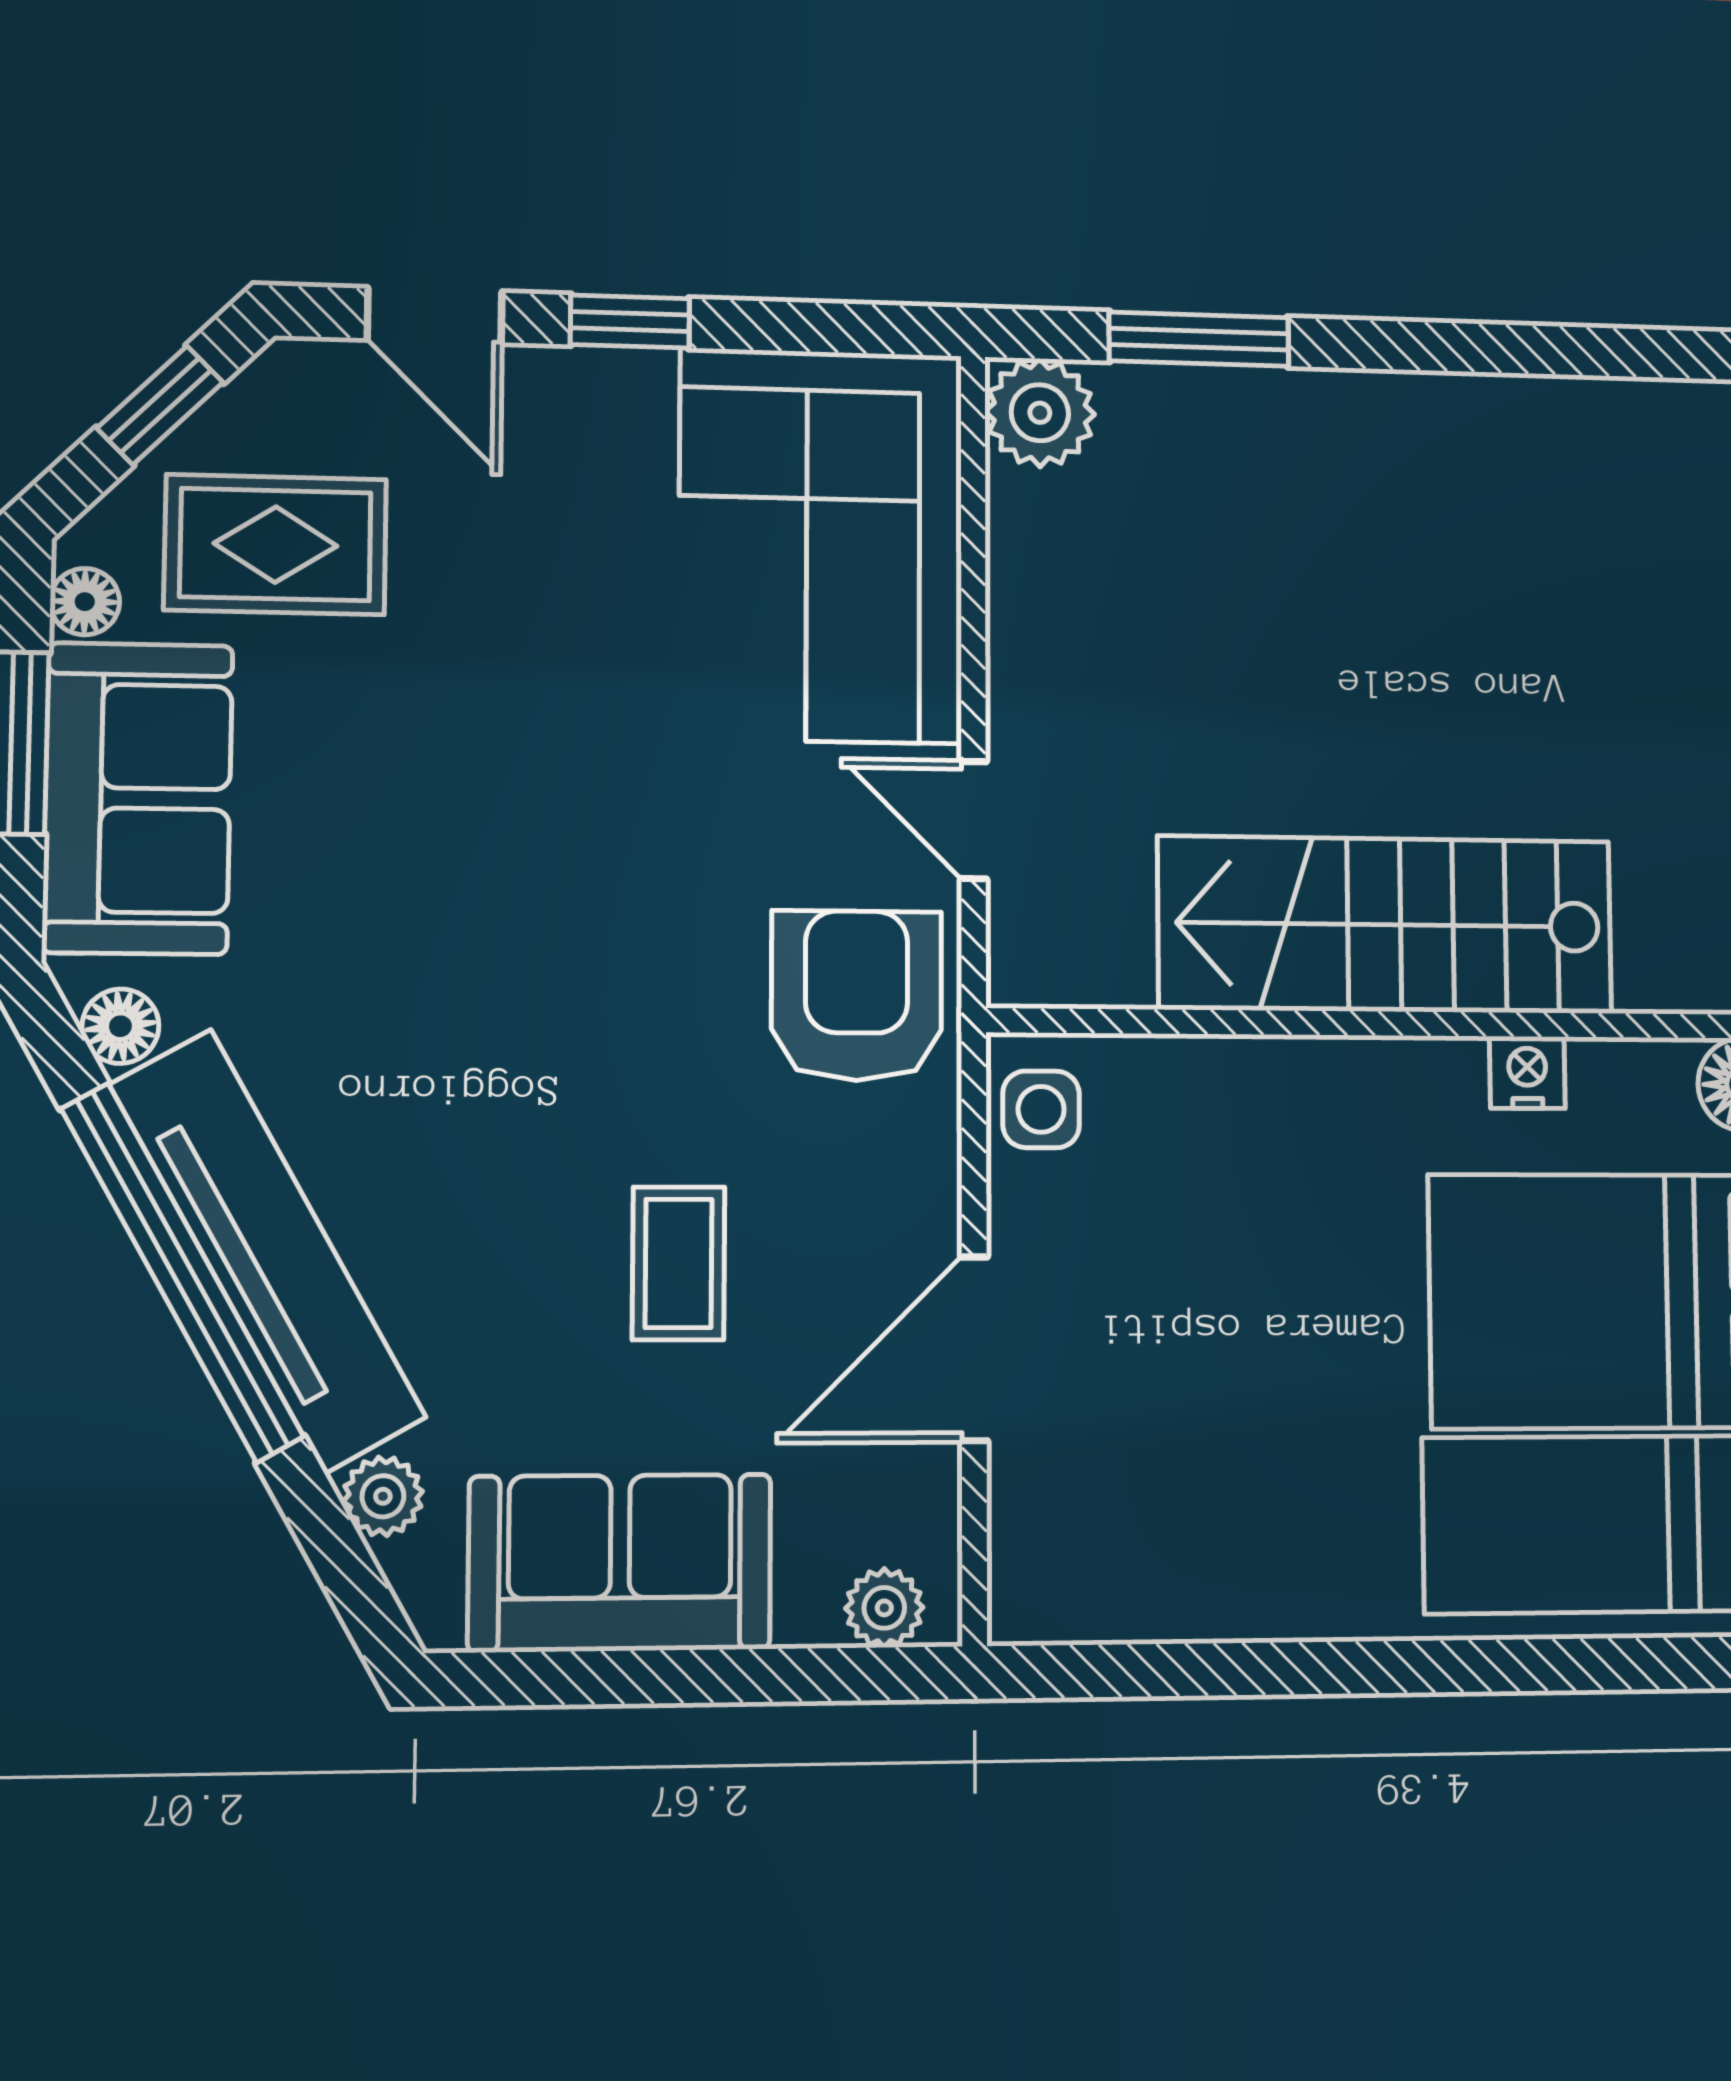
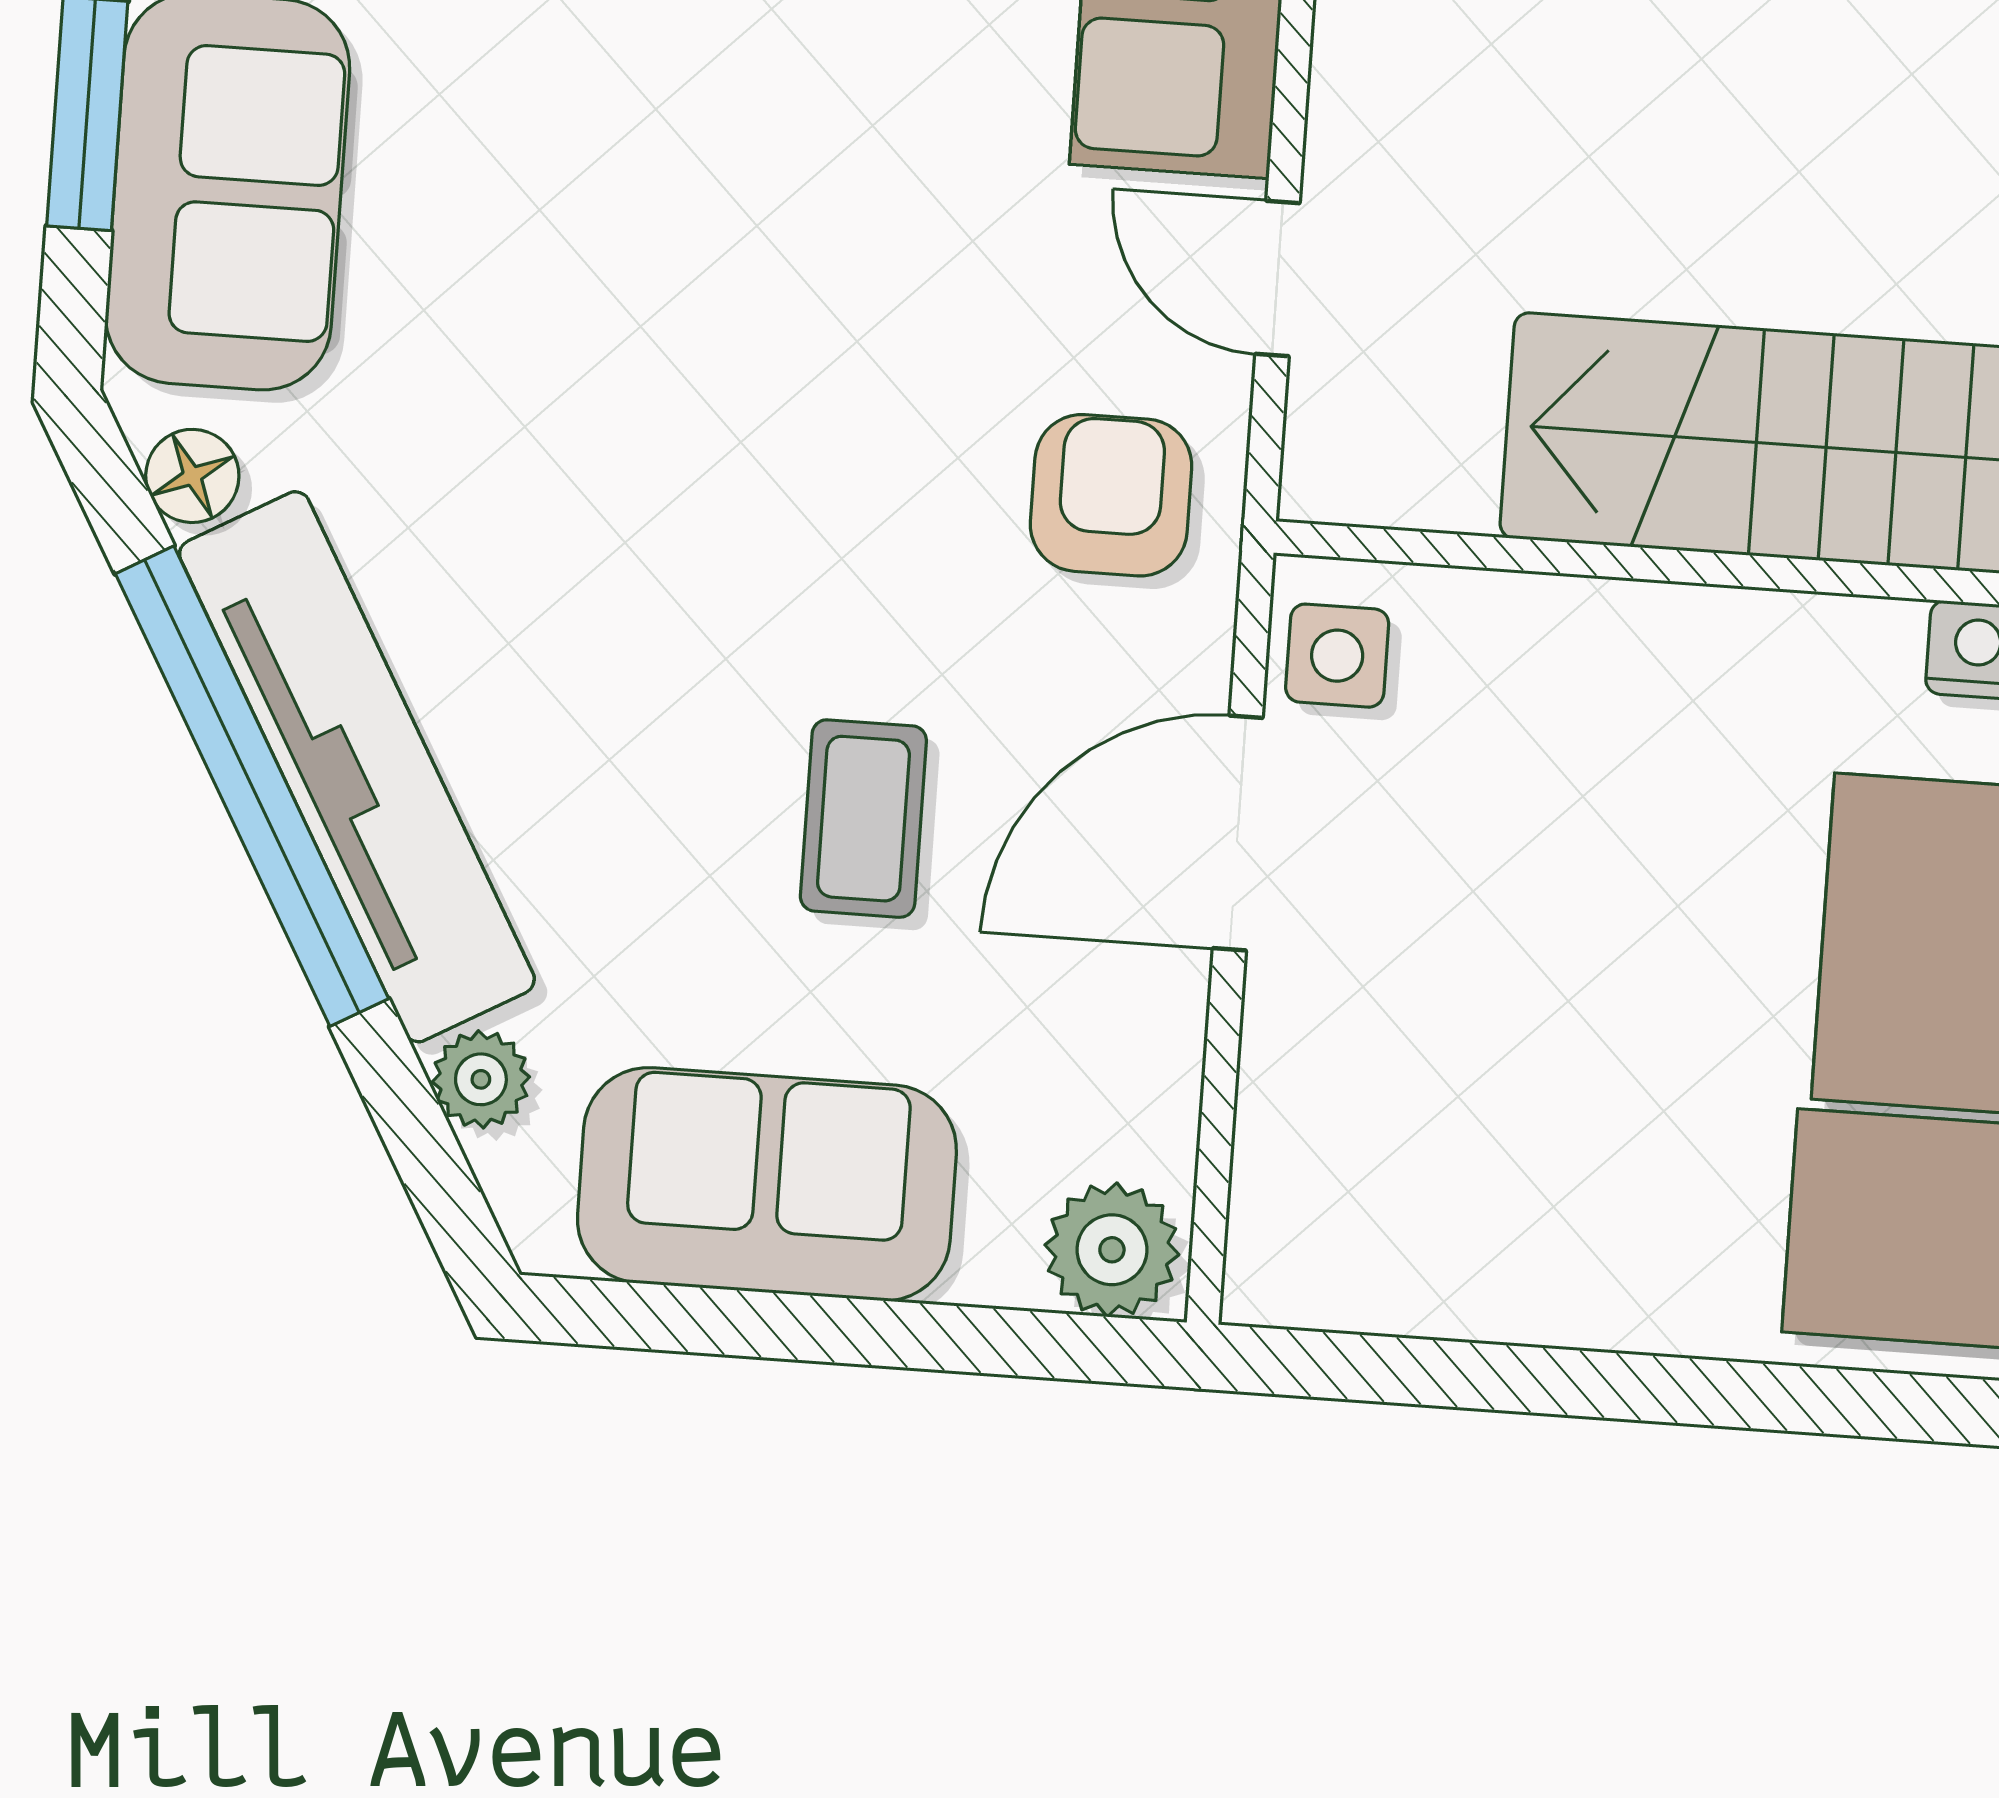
armchair: (857, 996) -> (1111, 495), width x0.72, depth x0.72
door: (974, 1349) -> (1238, 833), moved
plant: (884, 1608) -> (1112, 1250), width x1.38, depth x1.38

